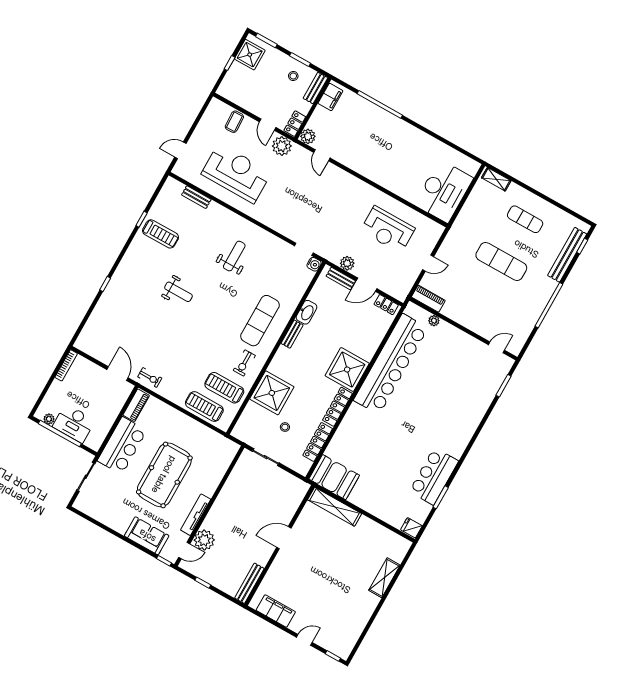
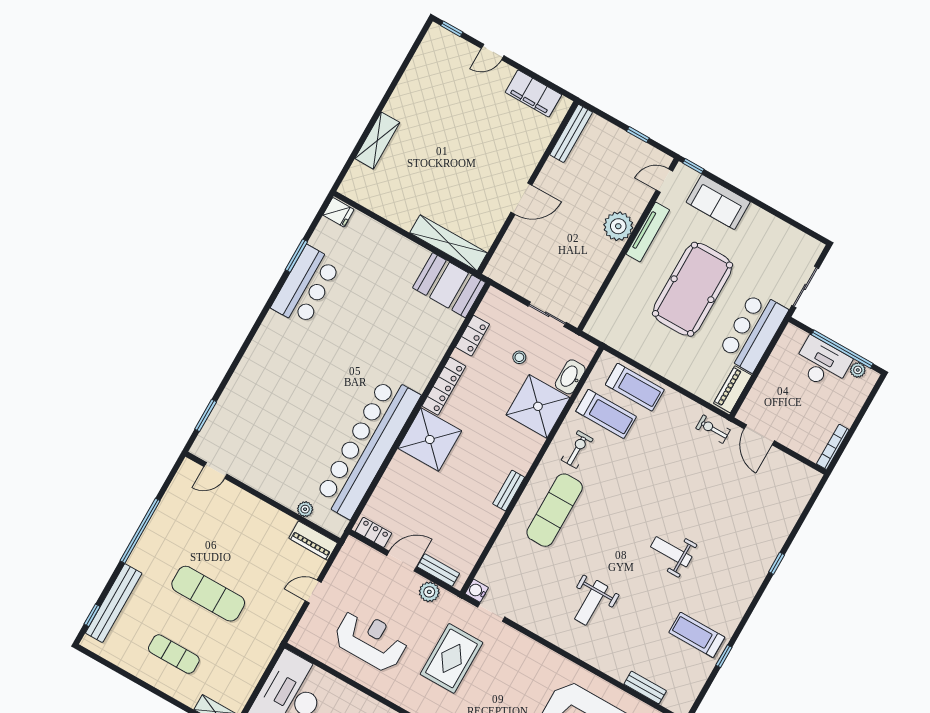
rug: (331, 217) -> (451, 658), added
washbasin: (306, 312) -> (570, 377), moved
locker: (318, 442) -> (472, 336), width x0.66
plant: (204, 540) -> (618, 226), moved

